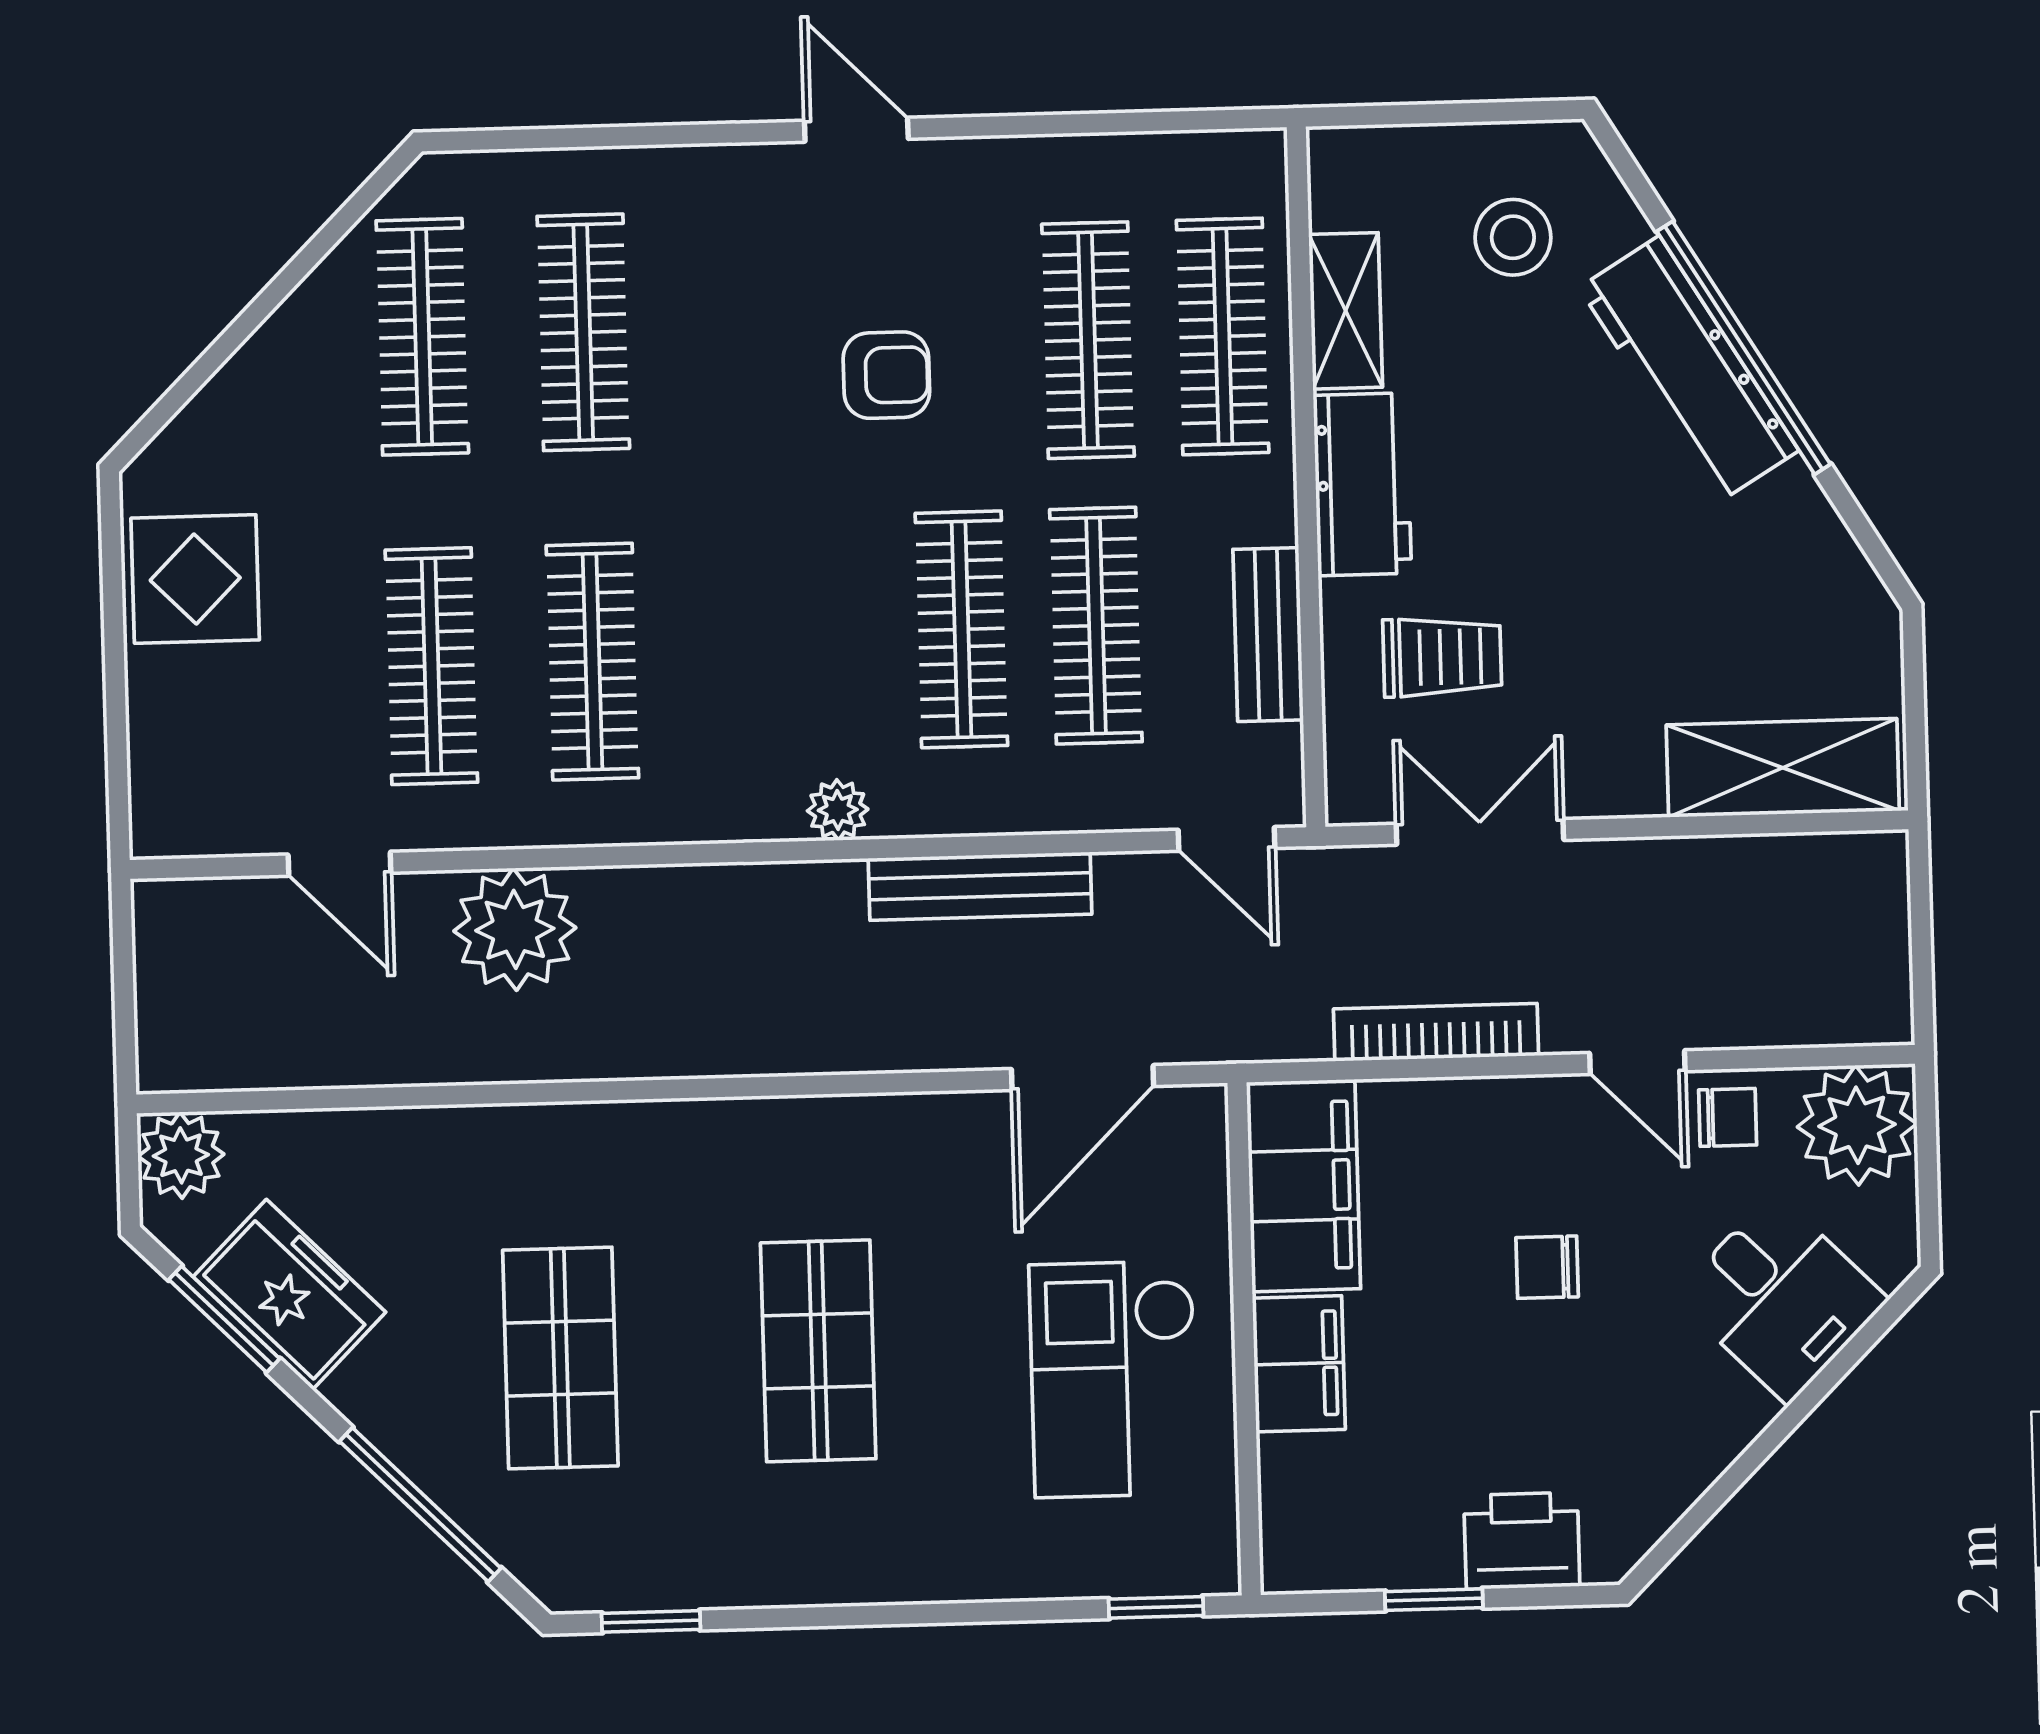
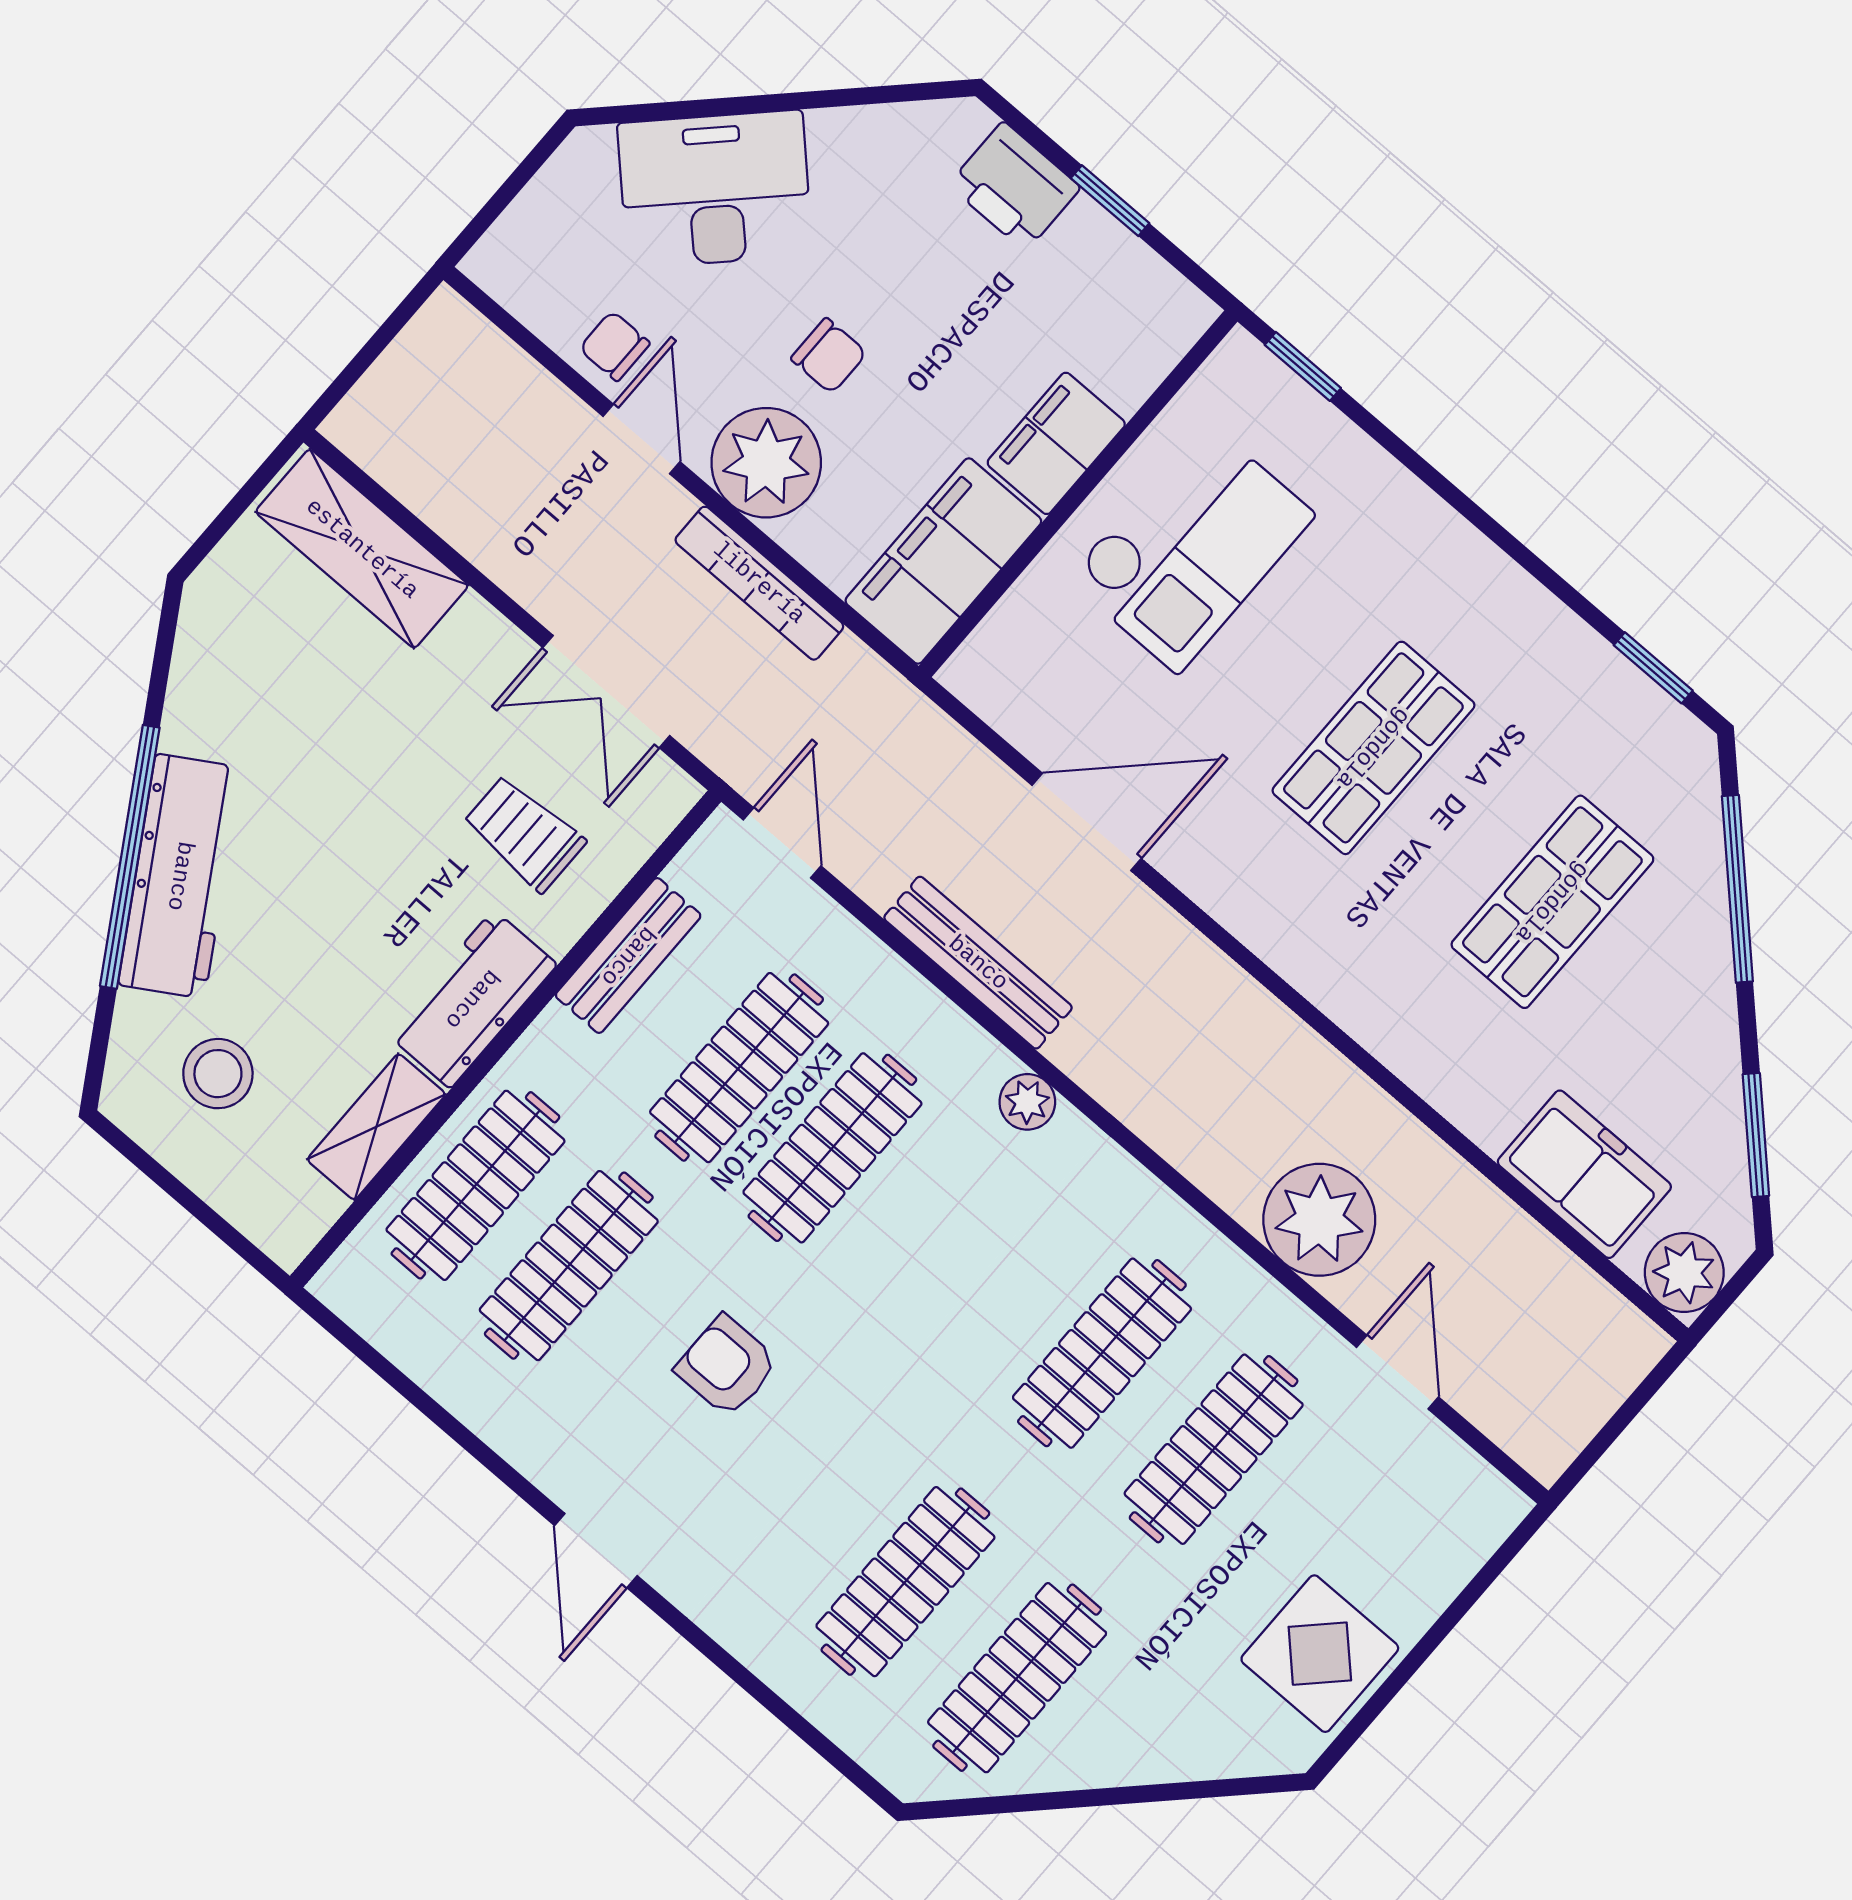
door: (1083, 1078) -> (1087, 822), moved
plant: (1857, 1125) -> (766, 463), moved
freezer: (289, 1294) -> (1584, 1174), moved, turned 135
desk: (1781, 1298) -> (715, 189), width x1.37

